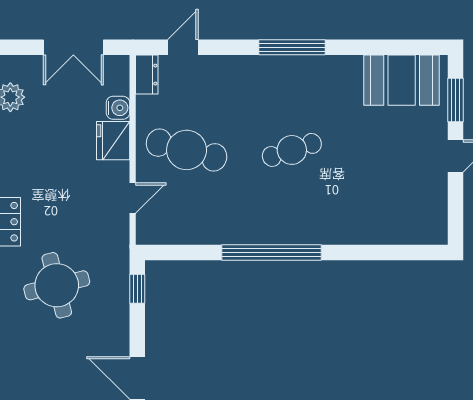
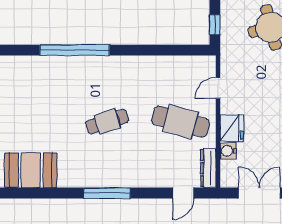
dresser: (147, 75) -> (208, 168), width x1.44
window: (271, 253) -> (75, 50), moved

